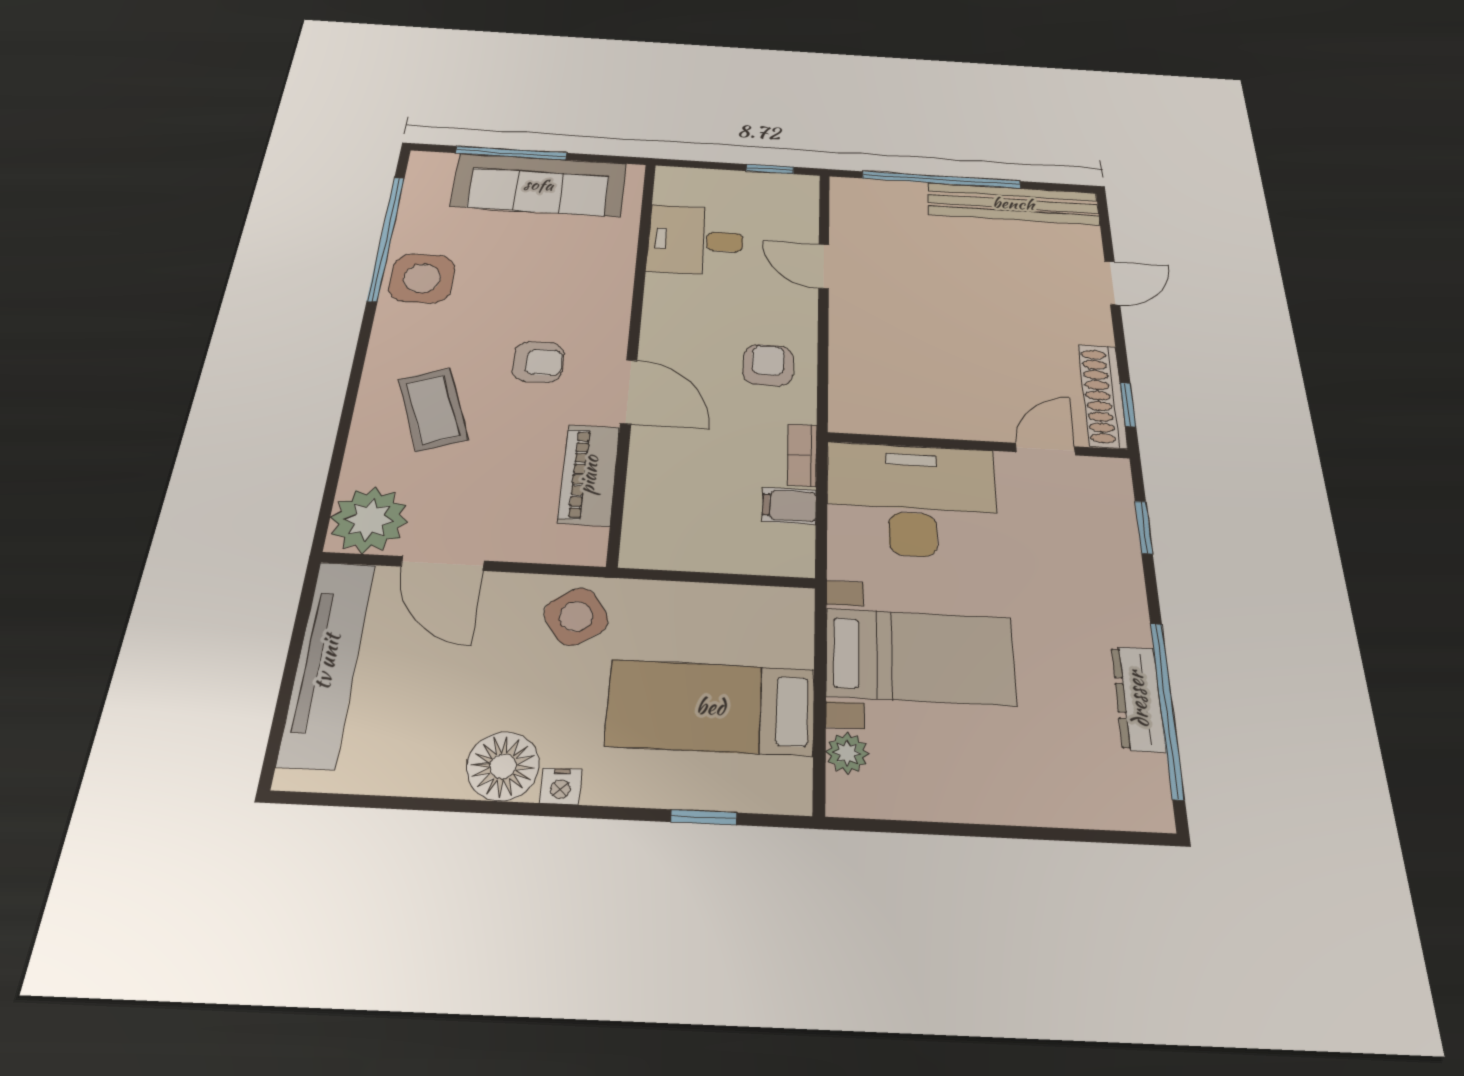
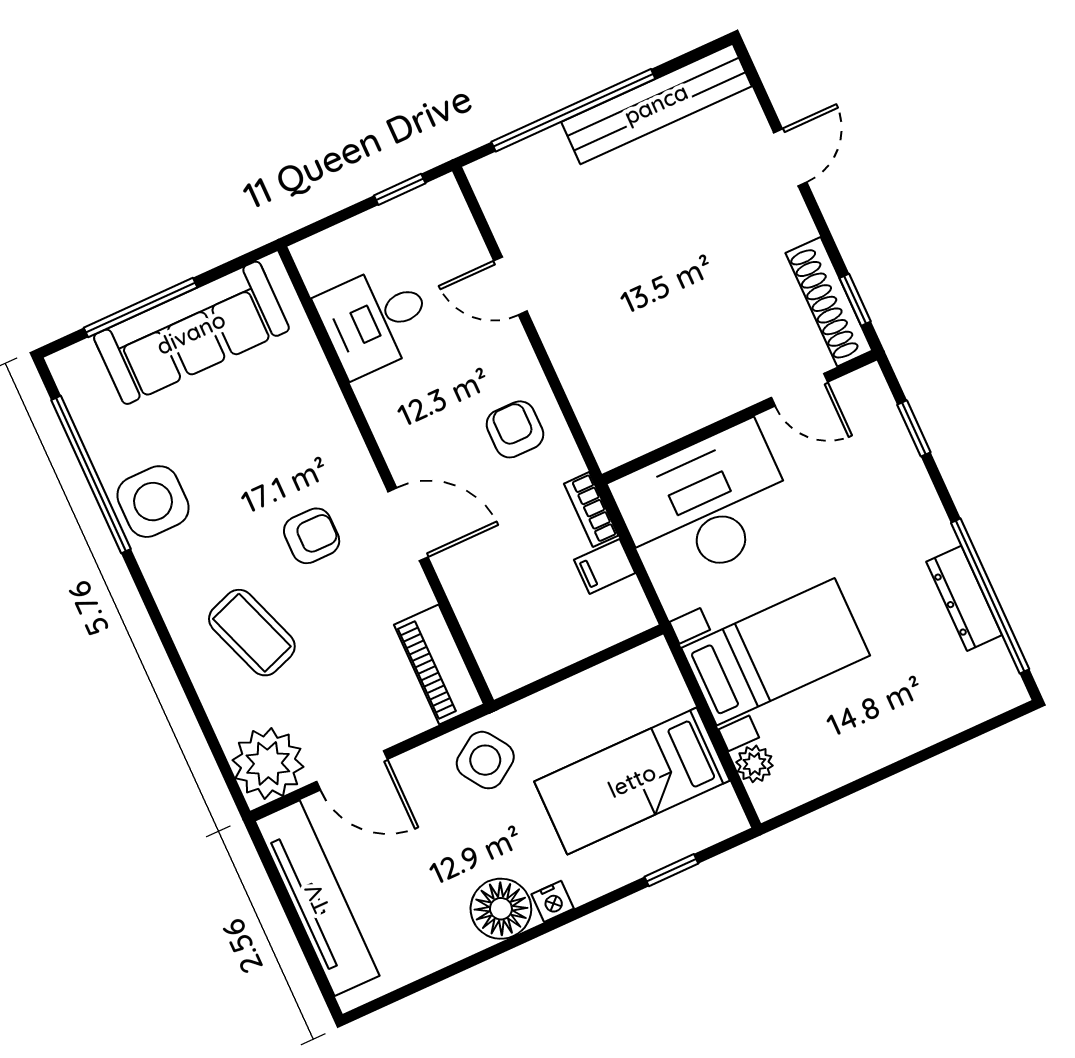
door: (1046, 449) -> (800, 390), swing flipped
piano: (589, 475) -> (439, 664), moved

